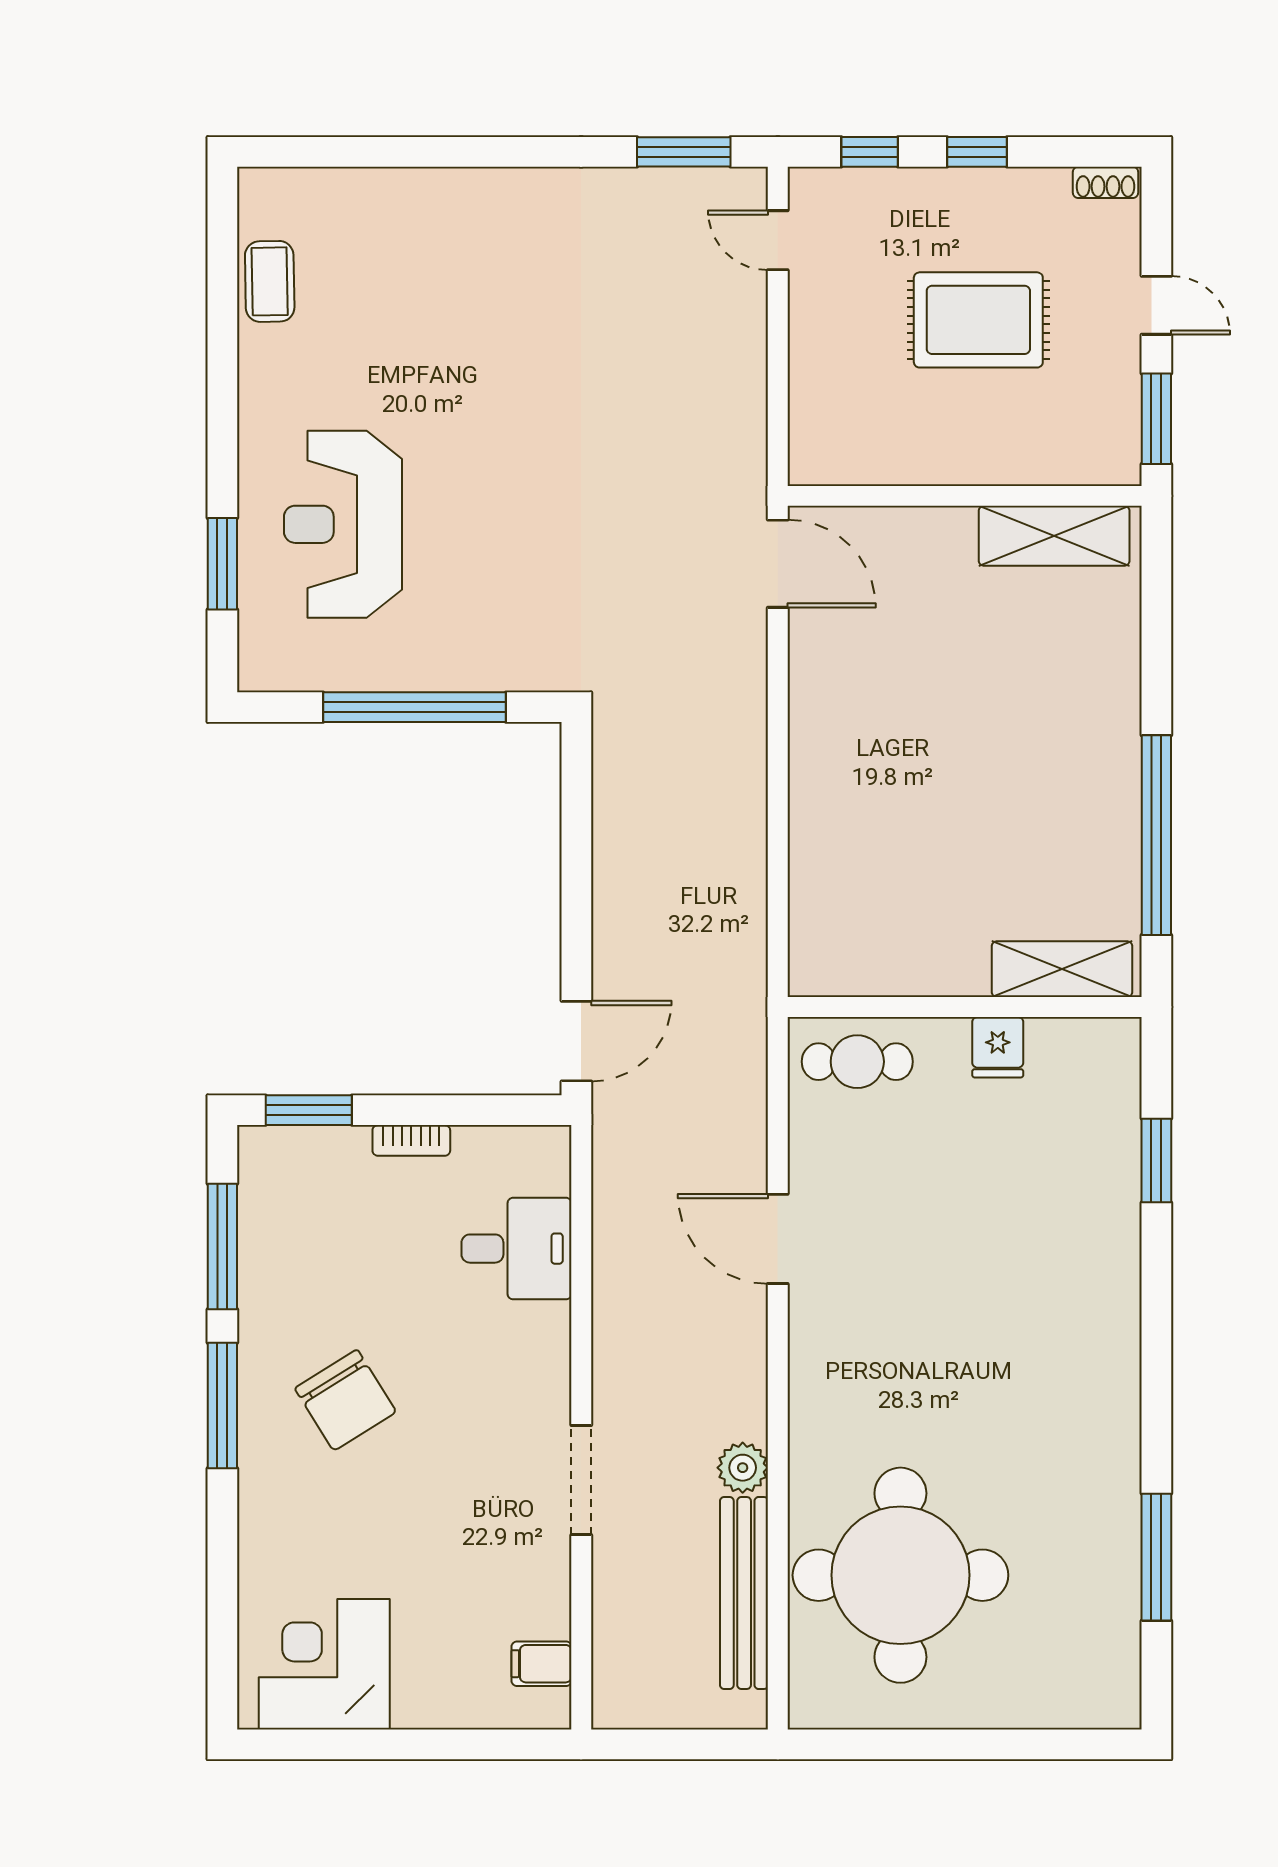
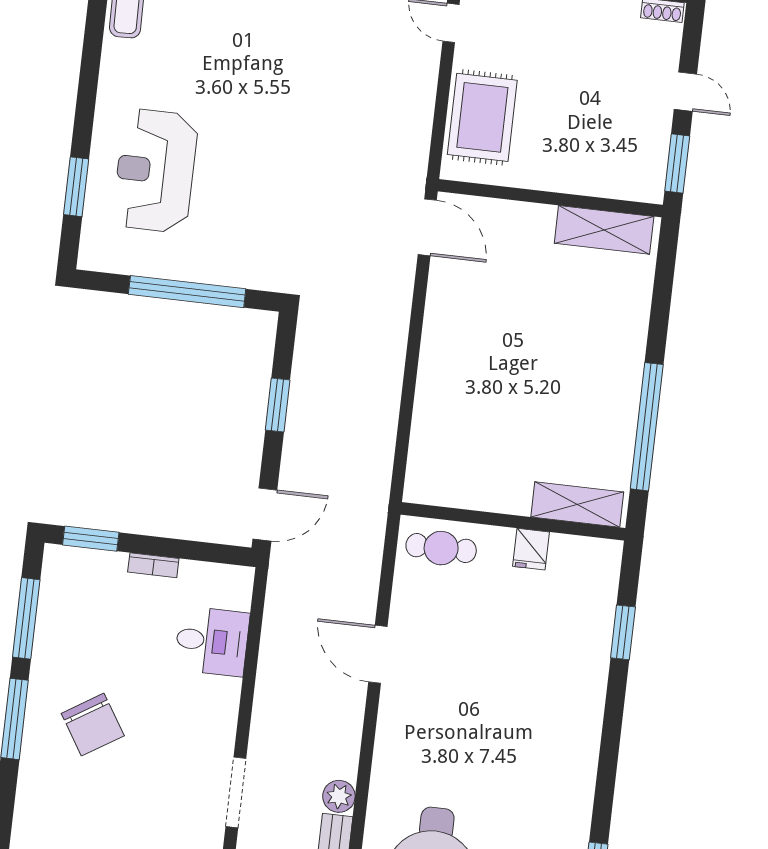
rug: (978, 320) -> (482, 117), moved, turned 90
window: (576, 868) -> (278, 405), added

